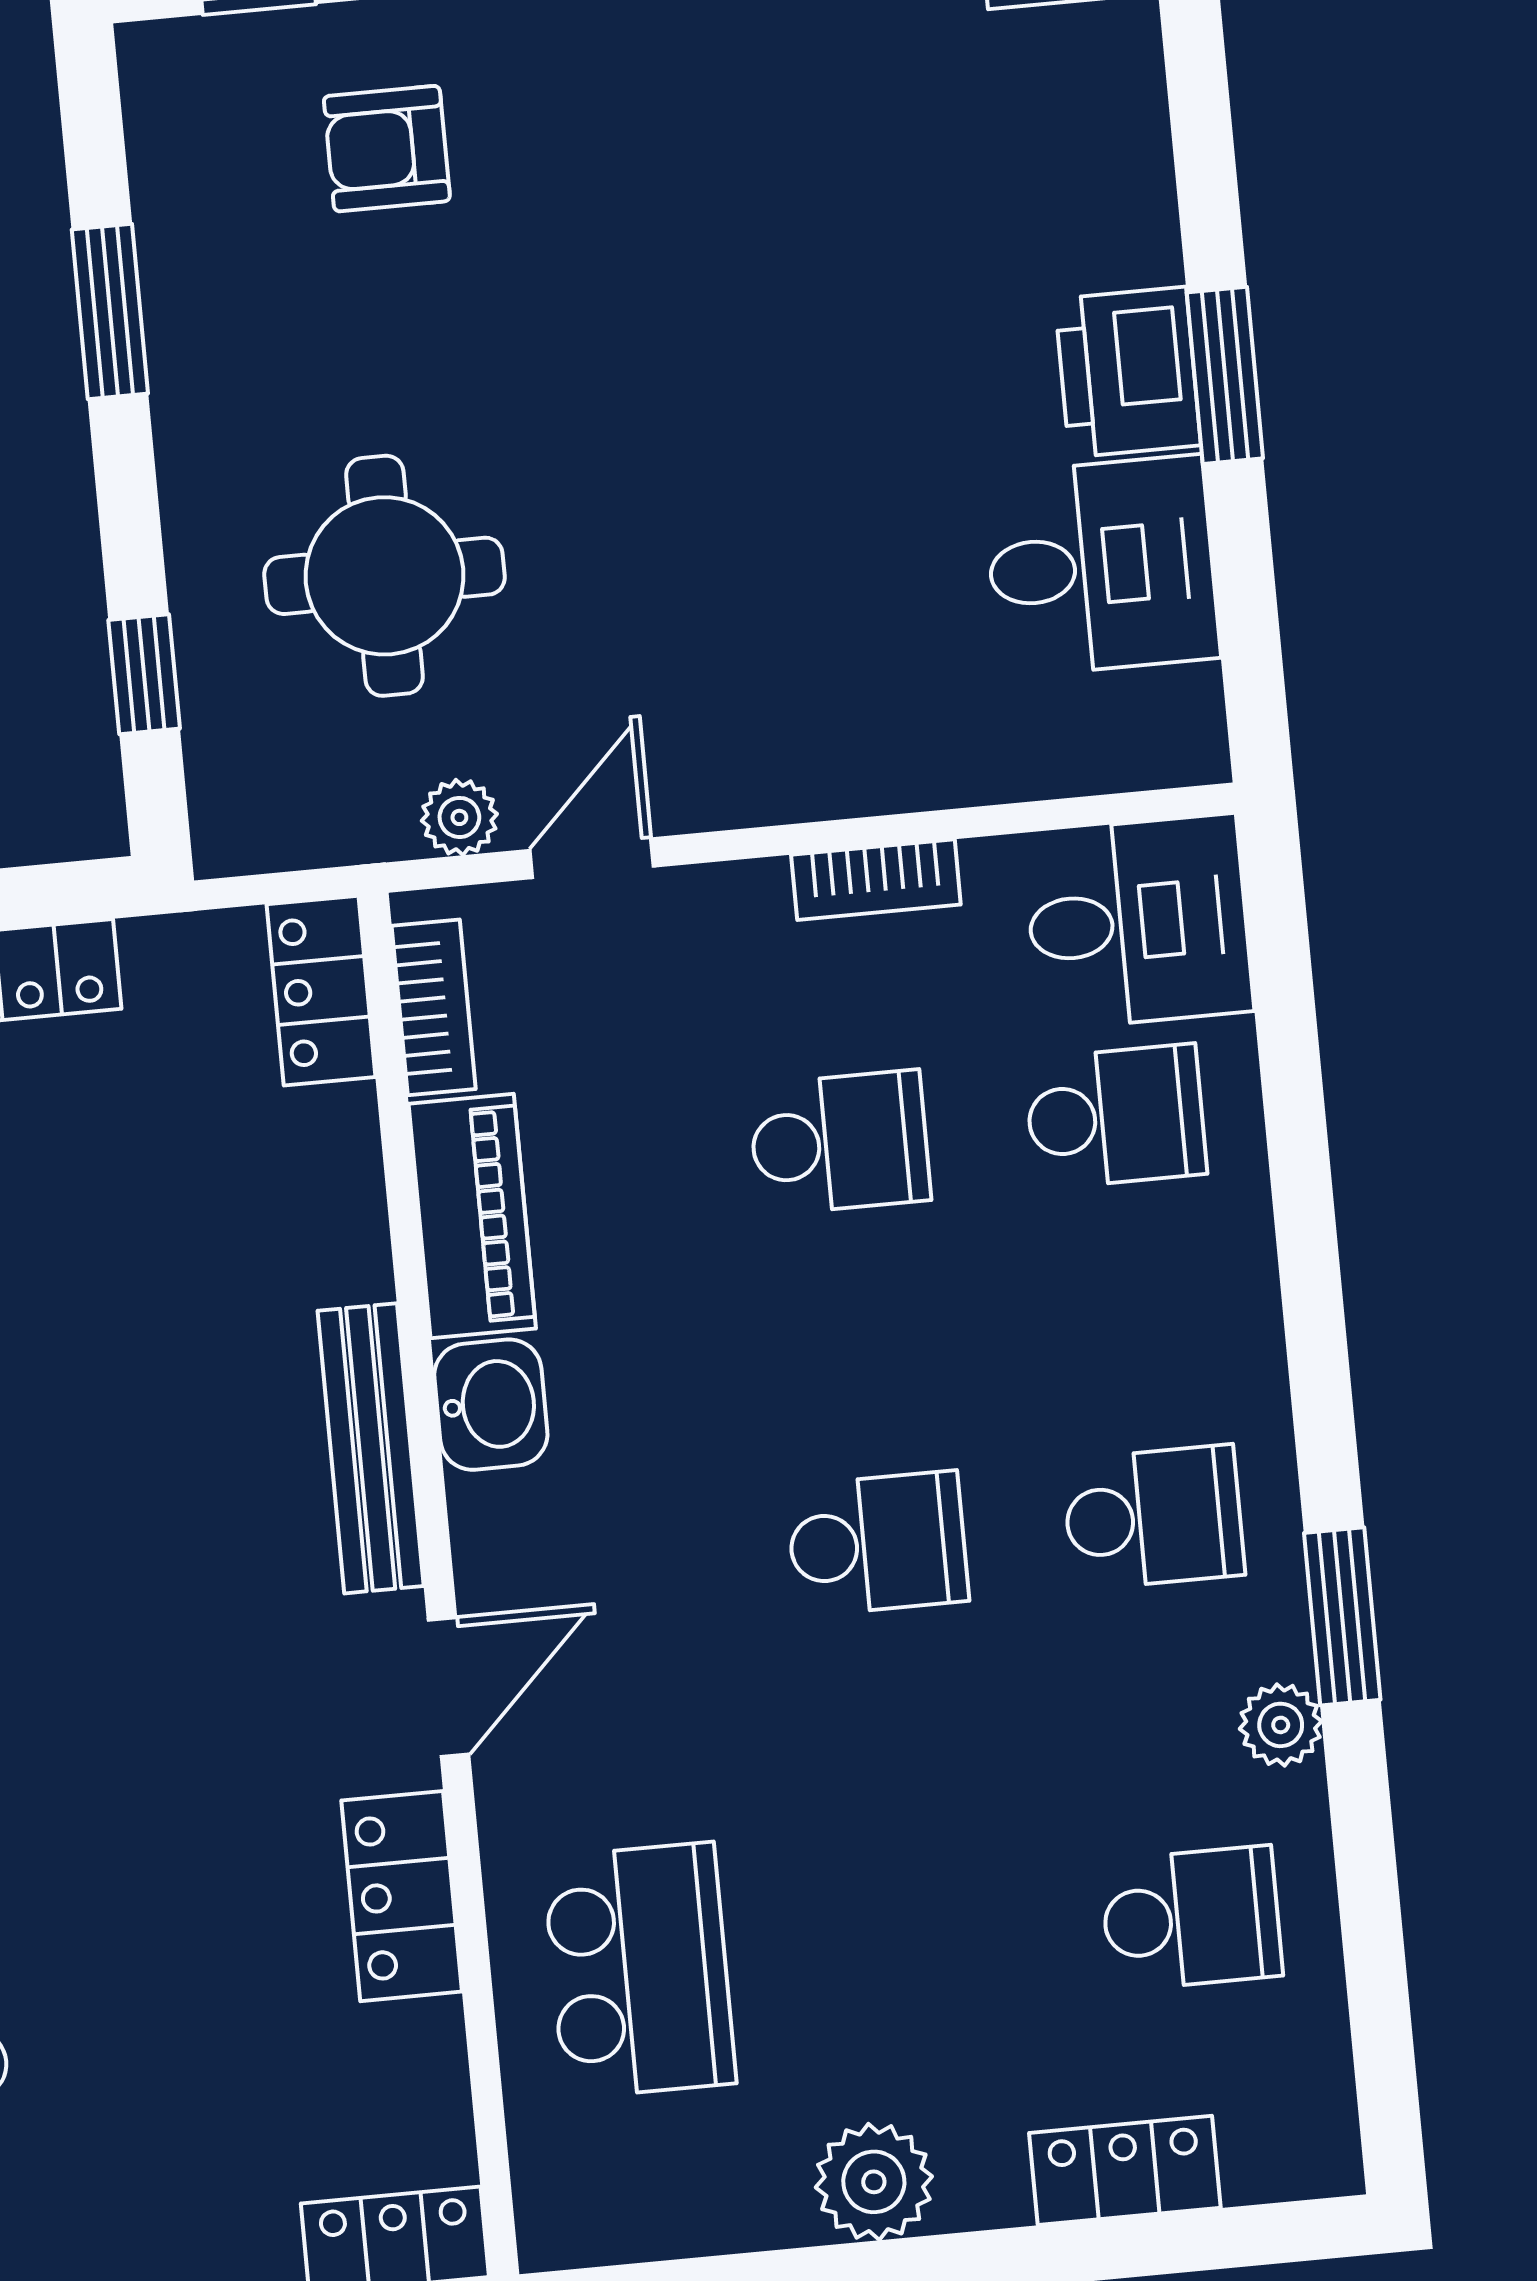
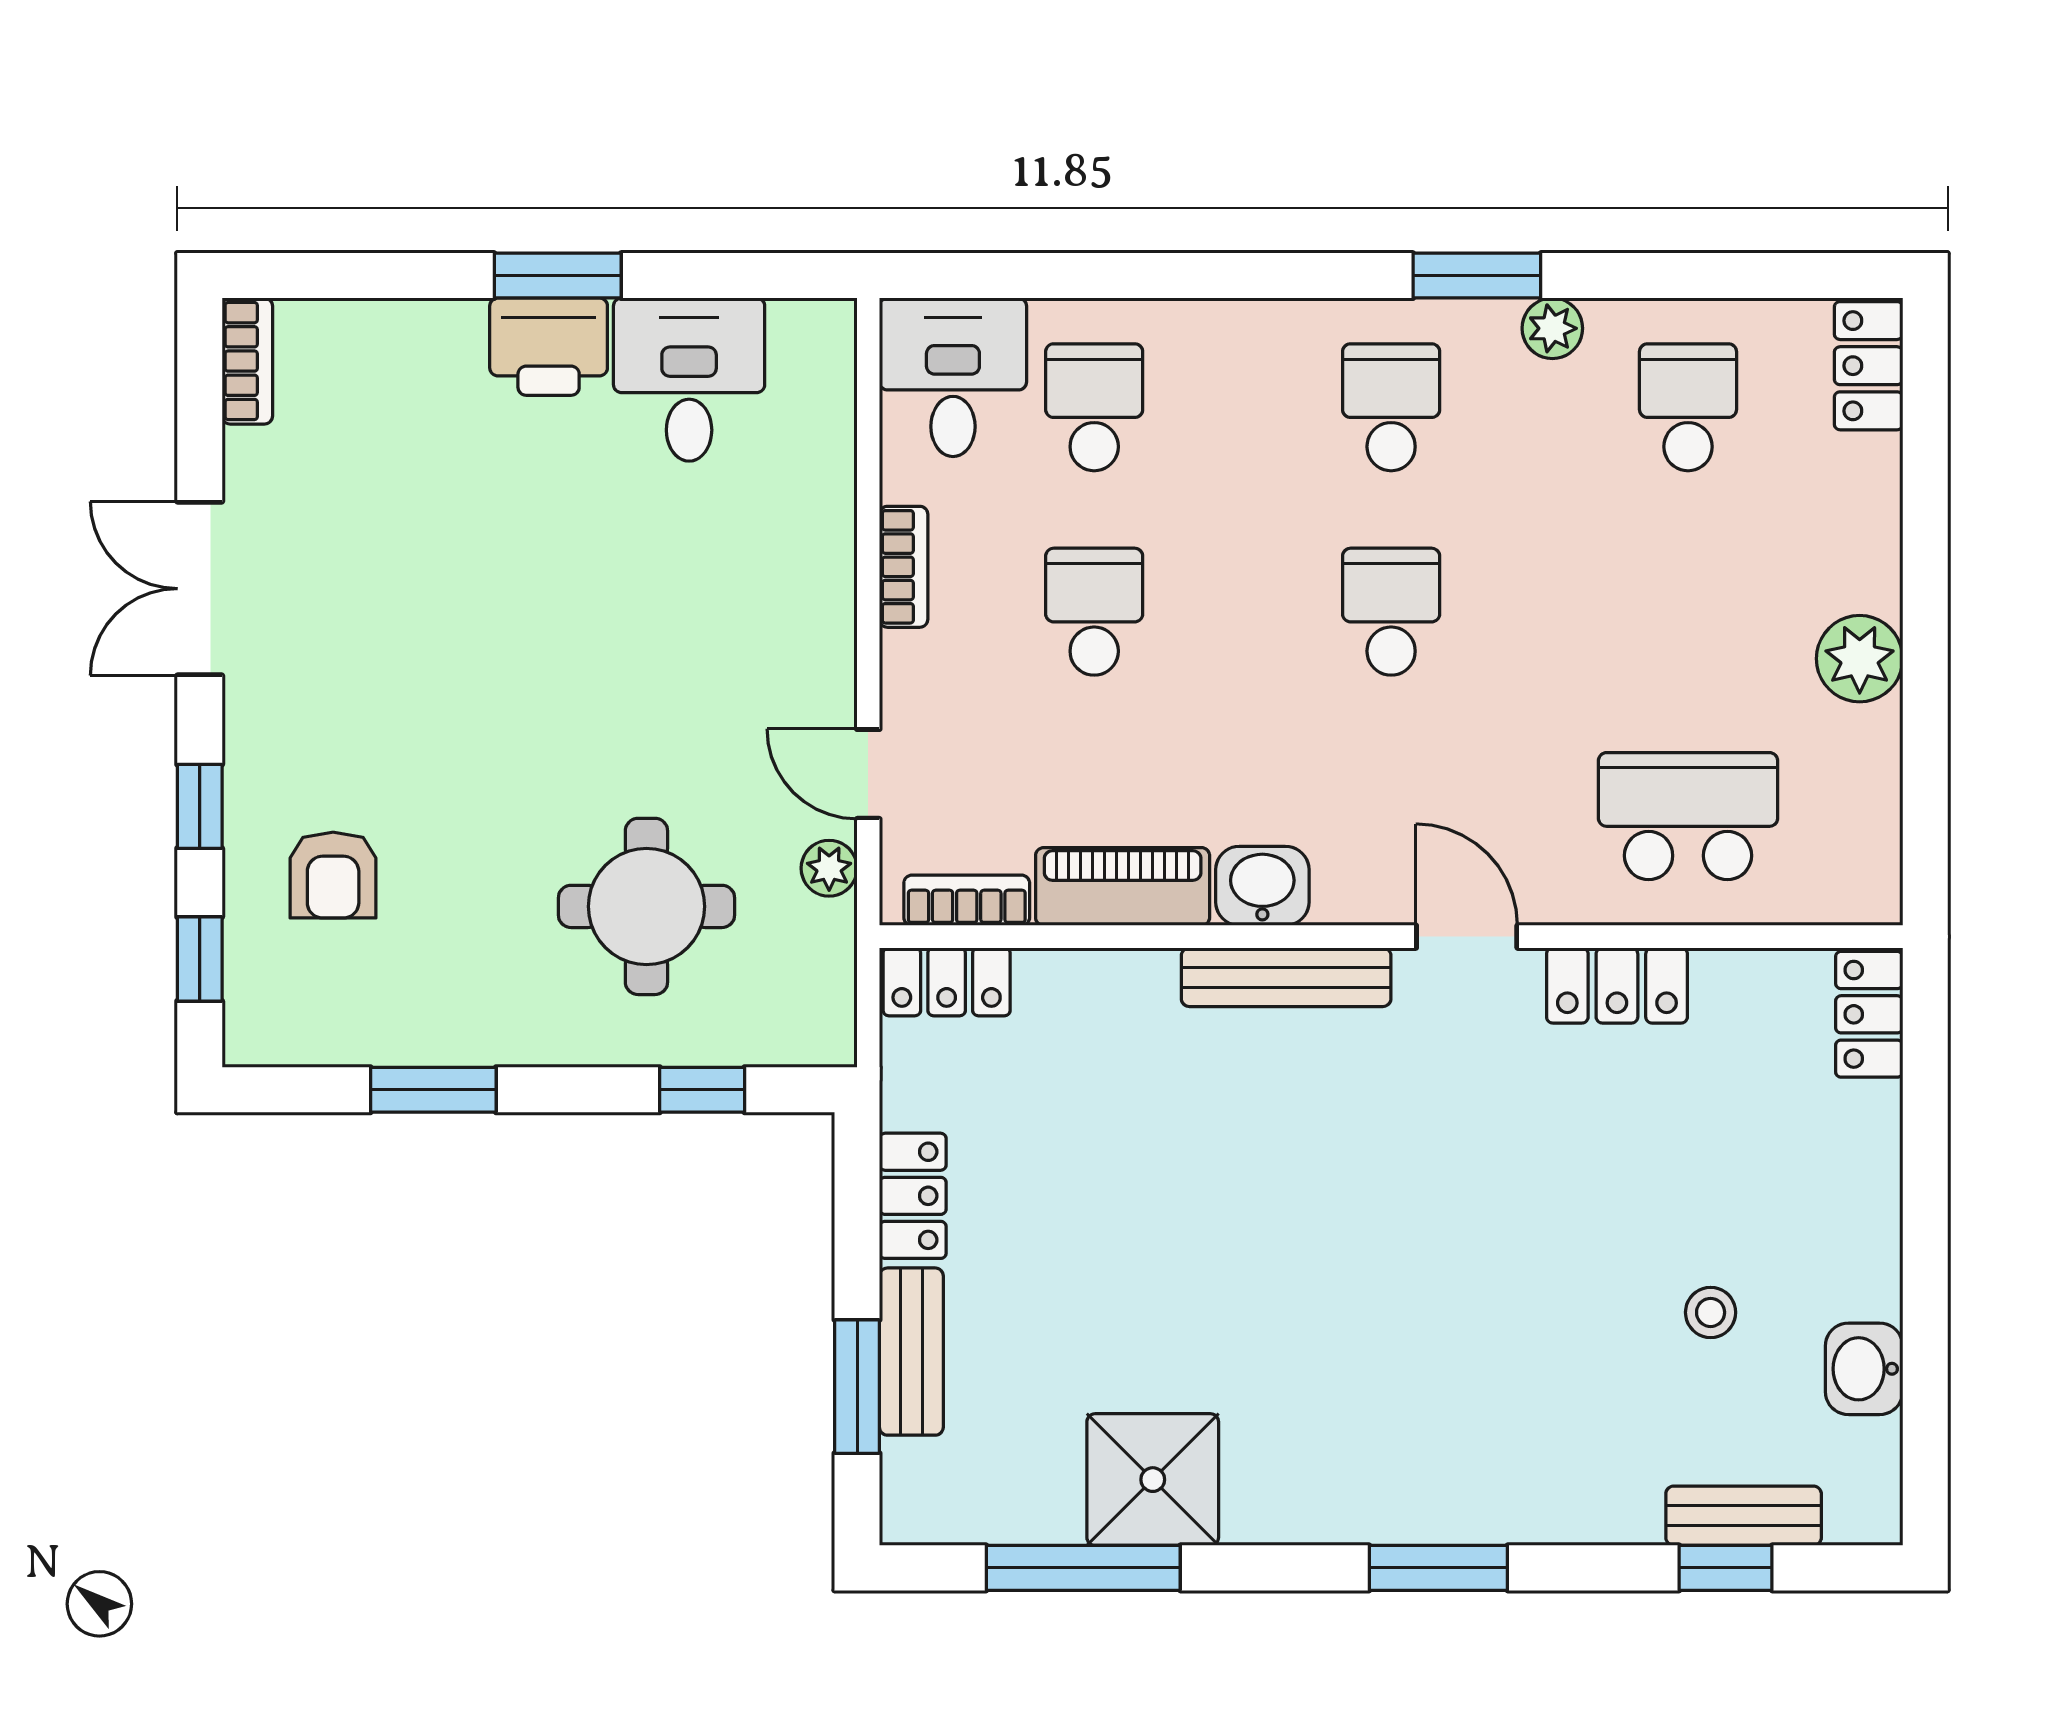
locker: (1125, 2170) -> (1869, 366), moved

